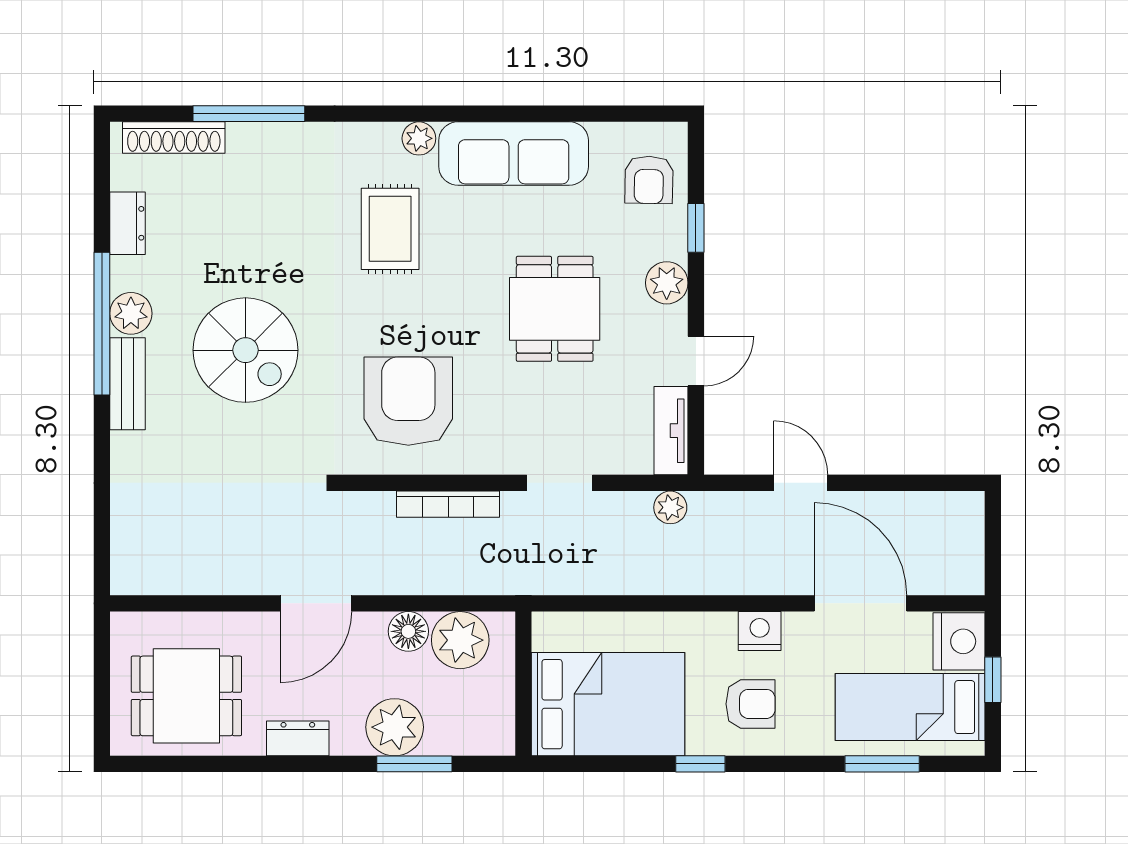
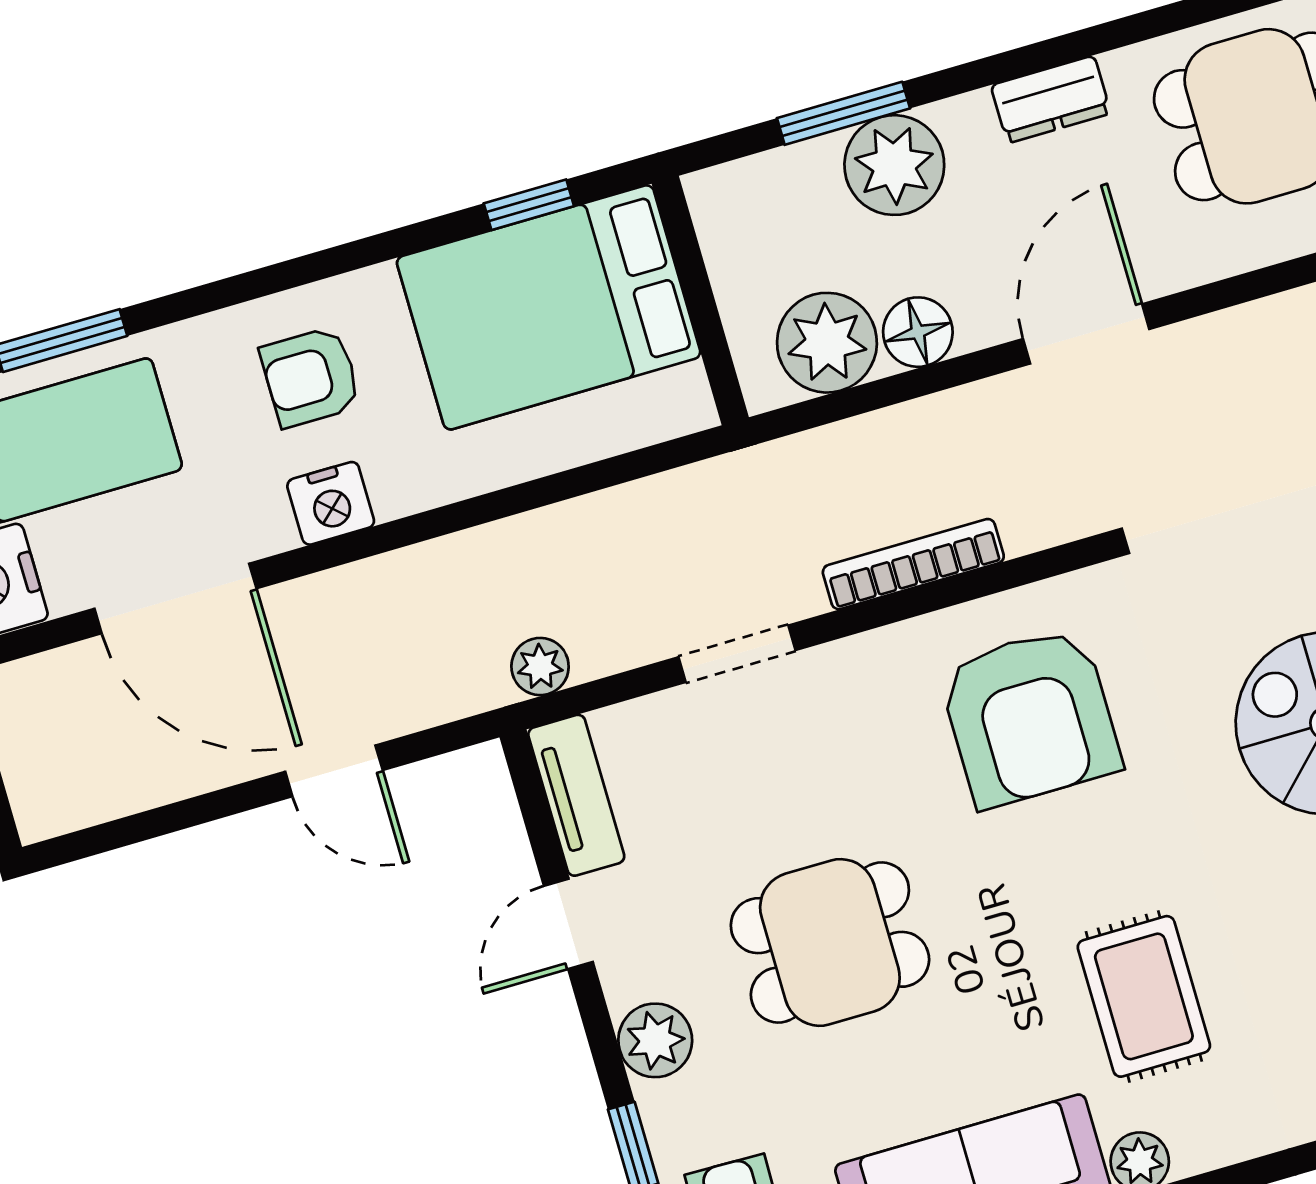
dining table: (555, 309) -> (830, 942), turned 90
window: (700, 764) -> (529, 205), moved

